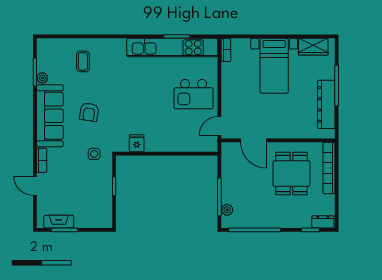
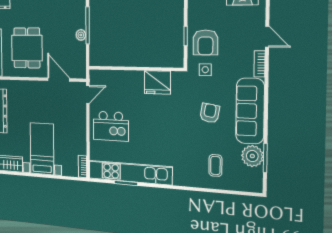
plant: (42, 78) -> (252, 156), width x1.88, depth x1.88
kitchen island: (194, 94) -> (111, 126), turned 180
fridge: (137, 143) -> (157, 82), width x1.88, depth x1.34
armchair: (94, 180) -> (205, 42), added
plant: (227, 210) -> (81, 35), moved

